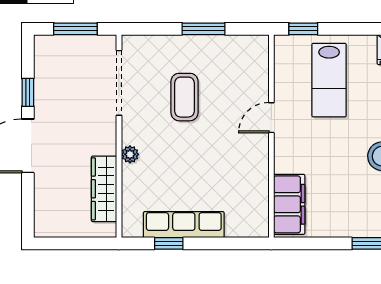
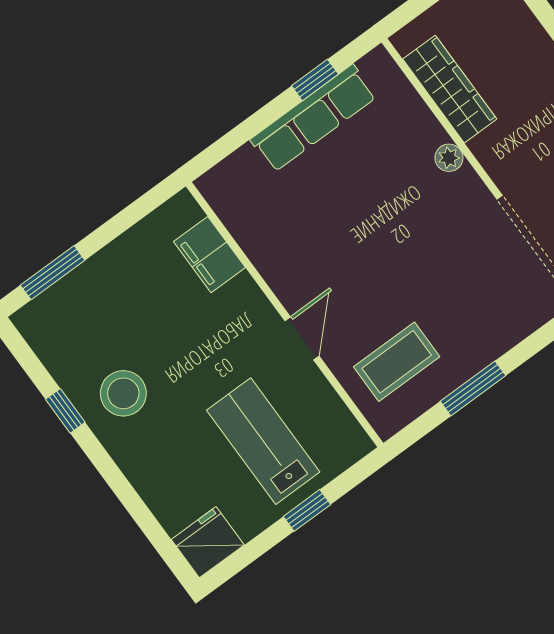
window: (303, 29) -> (307, 510), moved
coffee table: (185, 97) -> (397, 362), moved, turned 90
filing cabinet: (289, 204) -> (209, 255), width x0.67, depth x0.86

